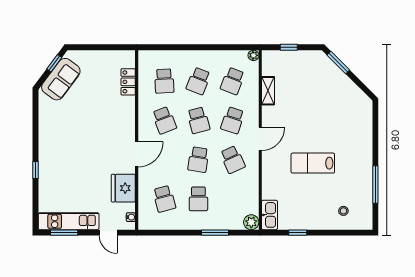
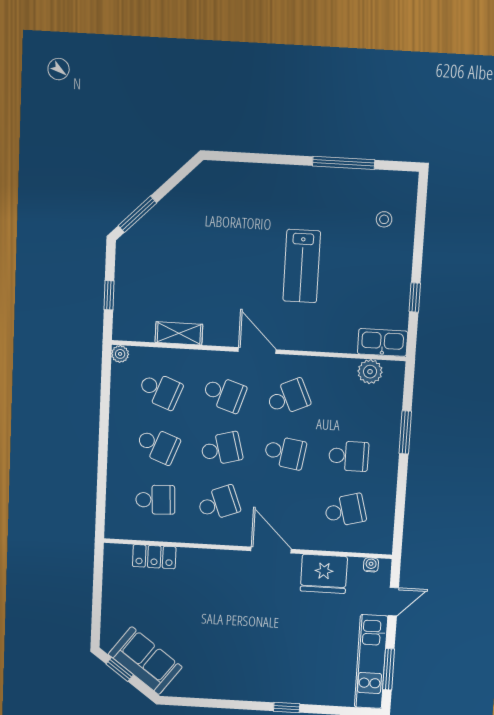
plant: (251, 222) -> (370, 372), moved

